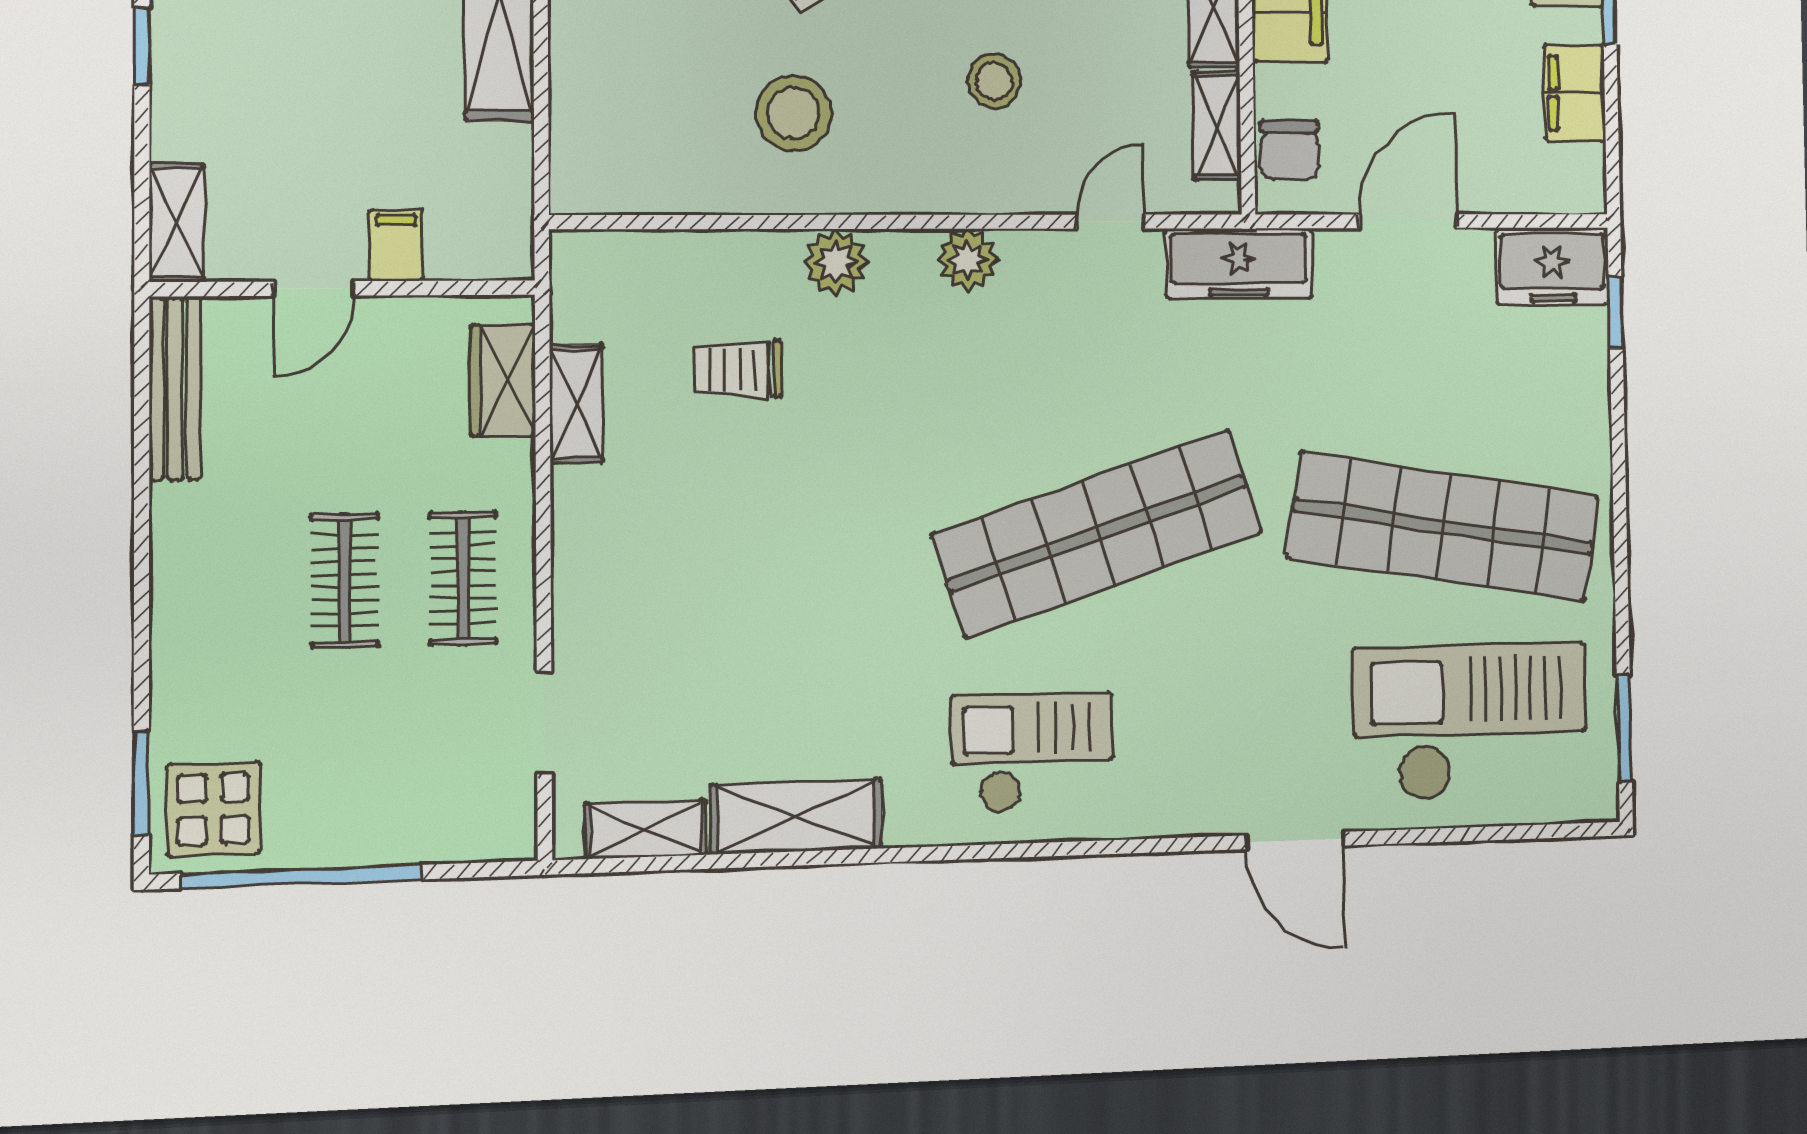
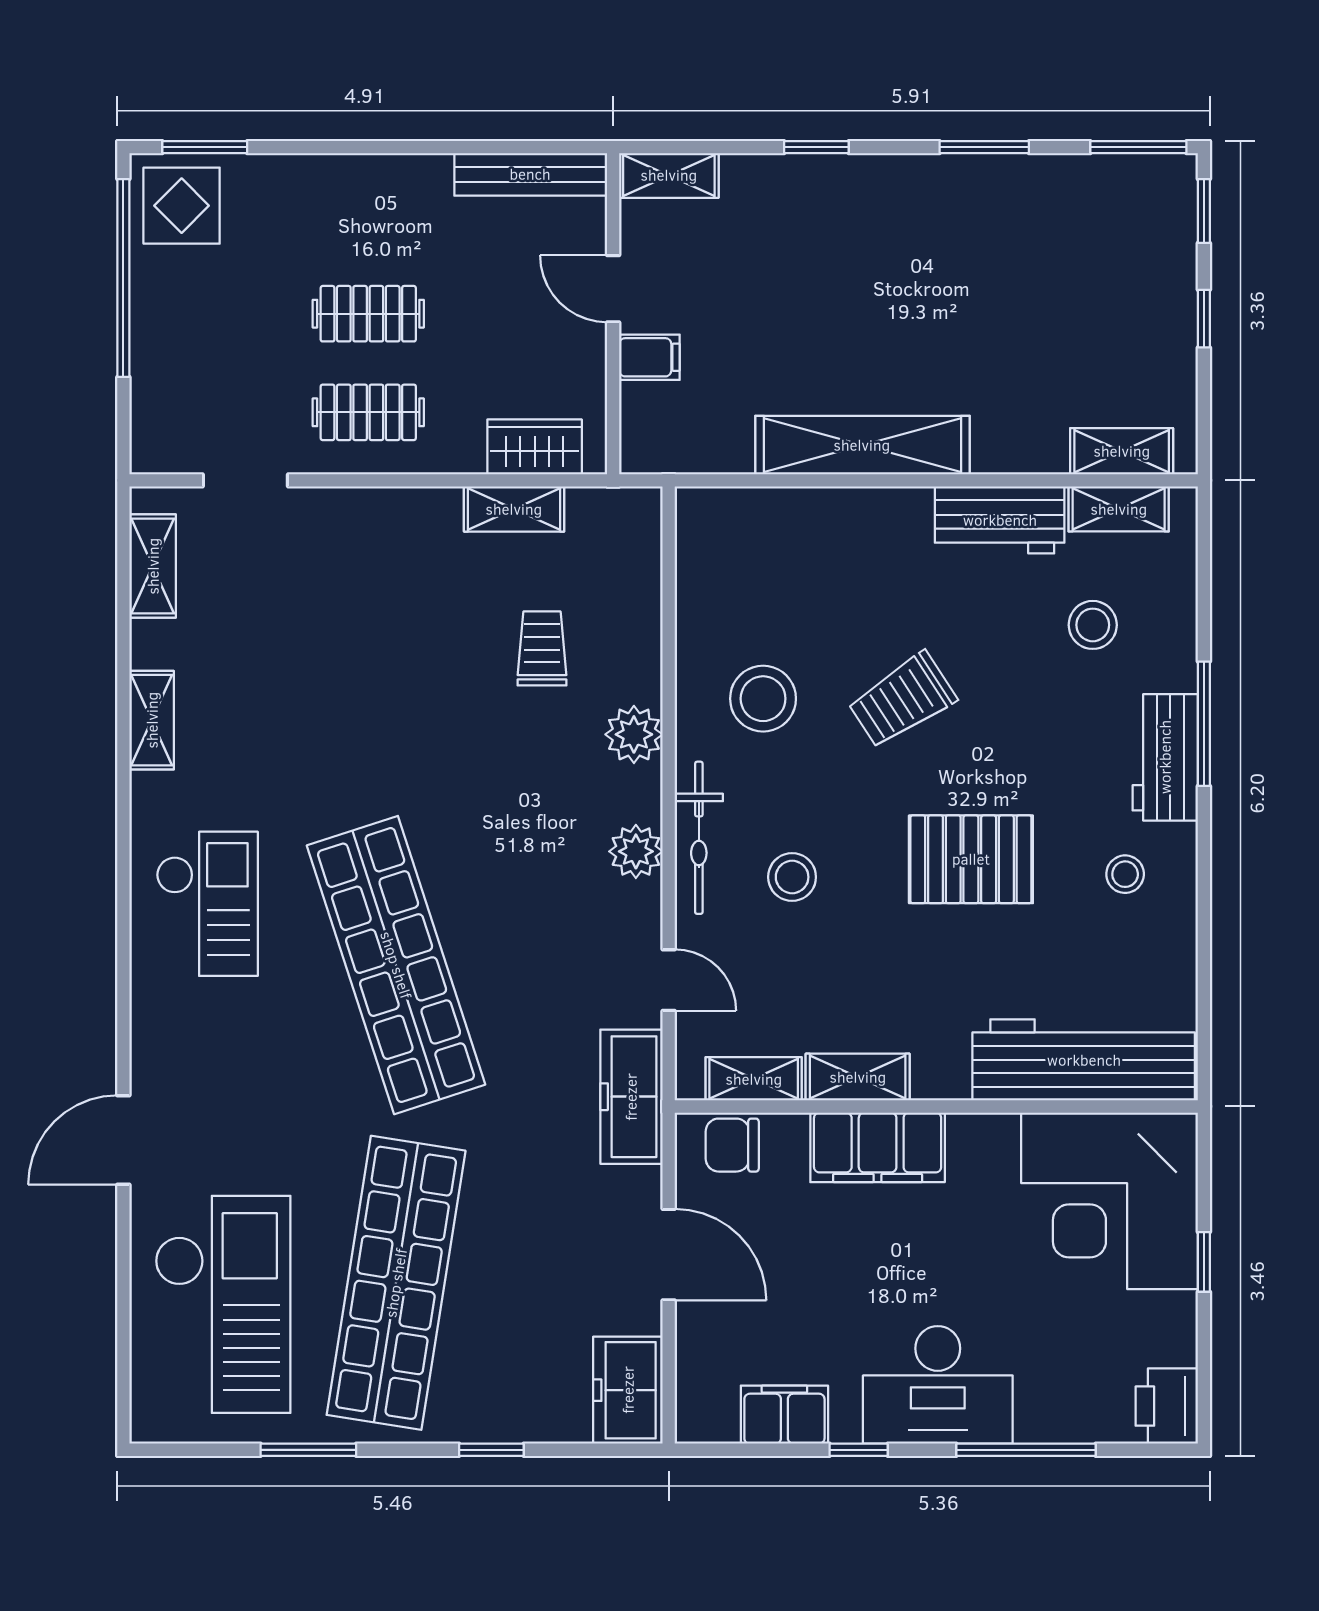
bicycle: (952, 187) -> (699, 838), added
window: (1616, 312) -> (491, 1450), moved
window: (1624, 729) -> (308, 1450), moved
shelving: (796, 817) -> (152, 720), width x0.67, depth x0.75

